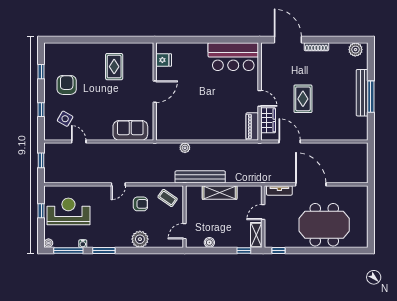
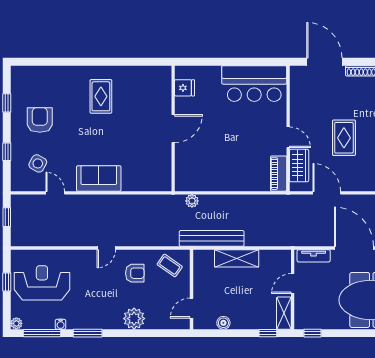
fridge: (164, 60) -> (184, 88), moved
wall: (155, 91) -> (173, 128), moved
door: (155, 92) -> (173, 129), moved
sofa: (130, 130) -> (99, 178), moved

